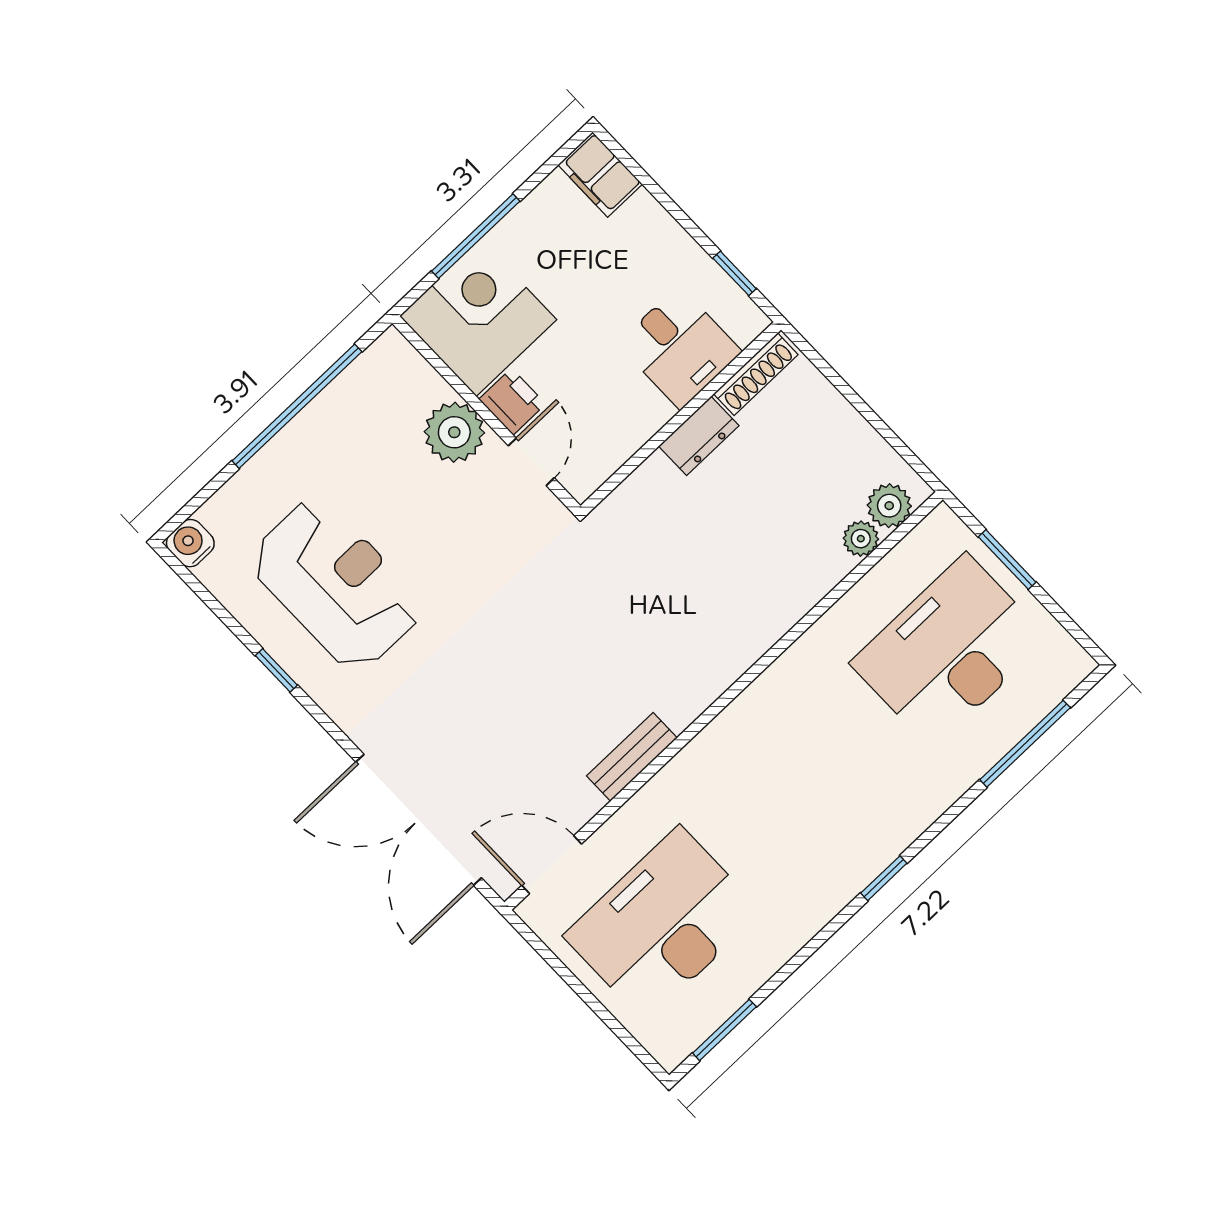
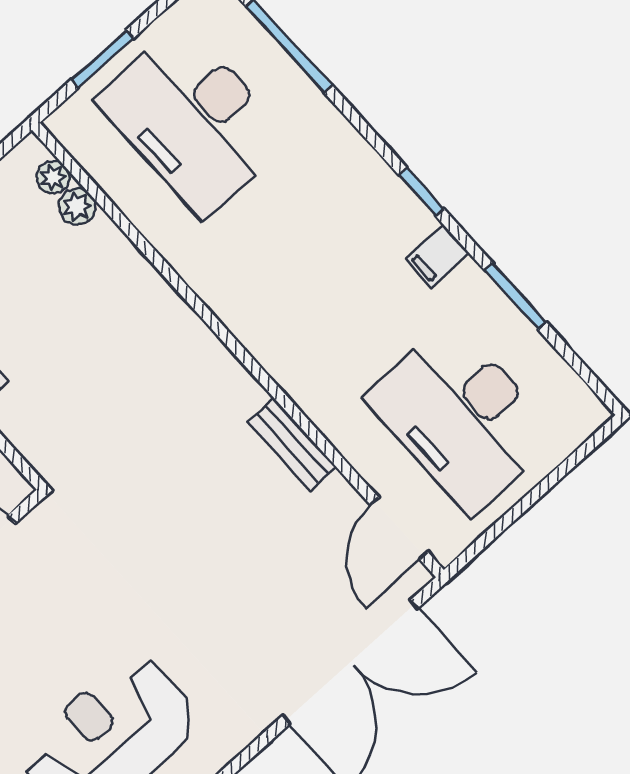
plant: (889, 506) -> (53, 177), width x0.73, depth x0.73
filing cabinet: (821, 895) -> (437, 256), added
window: (724, 1030) -> (516, 296), moved

